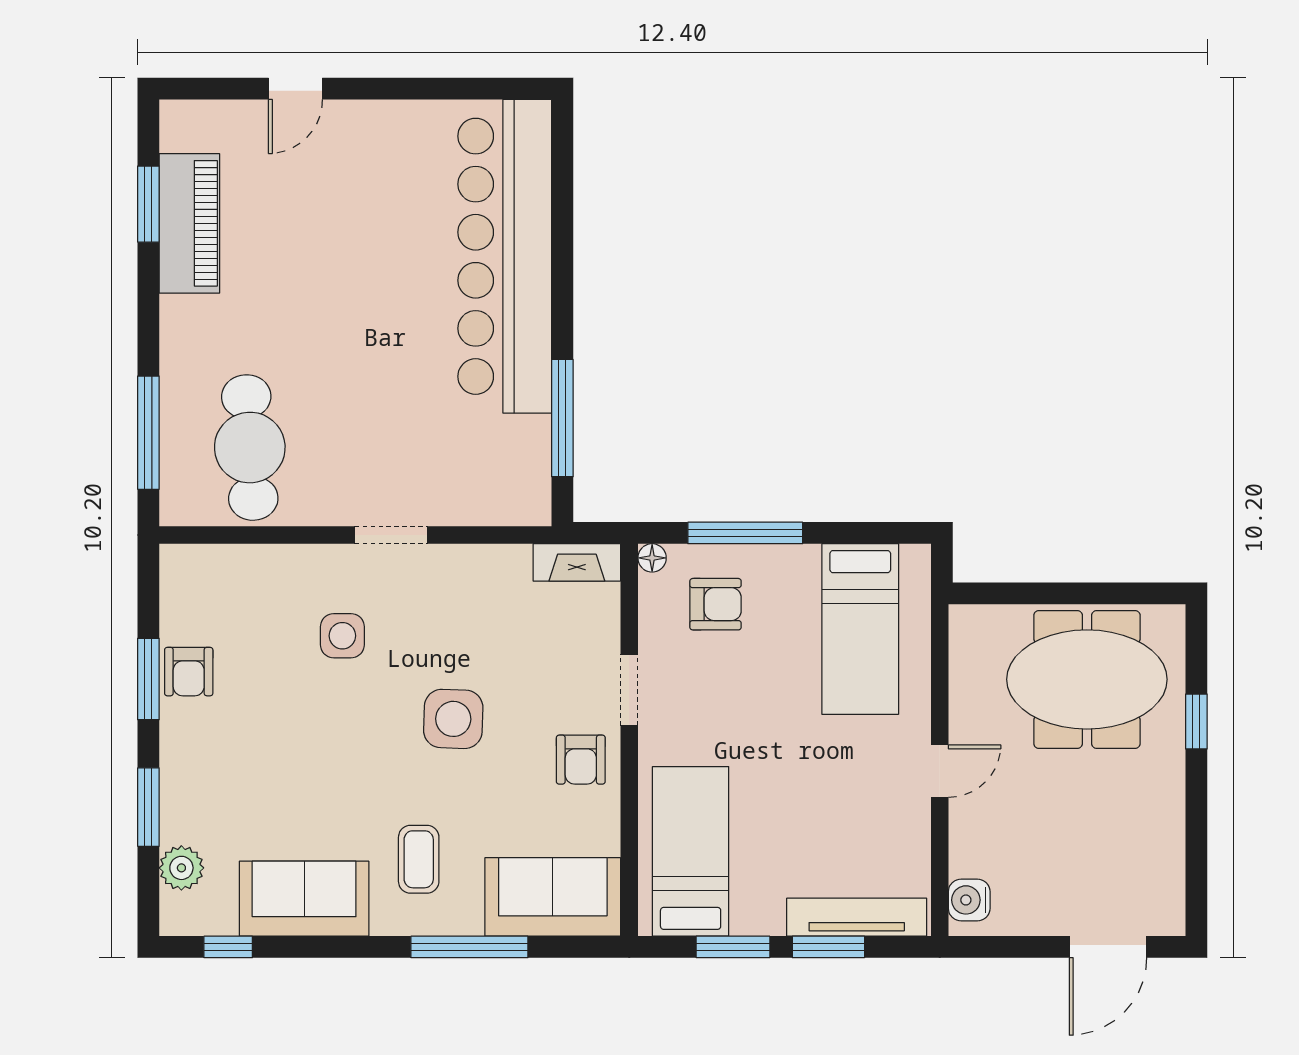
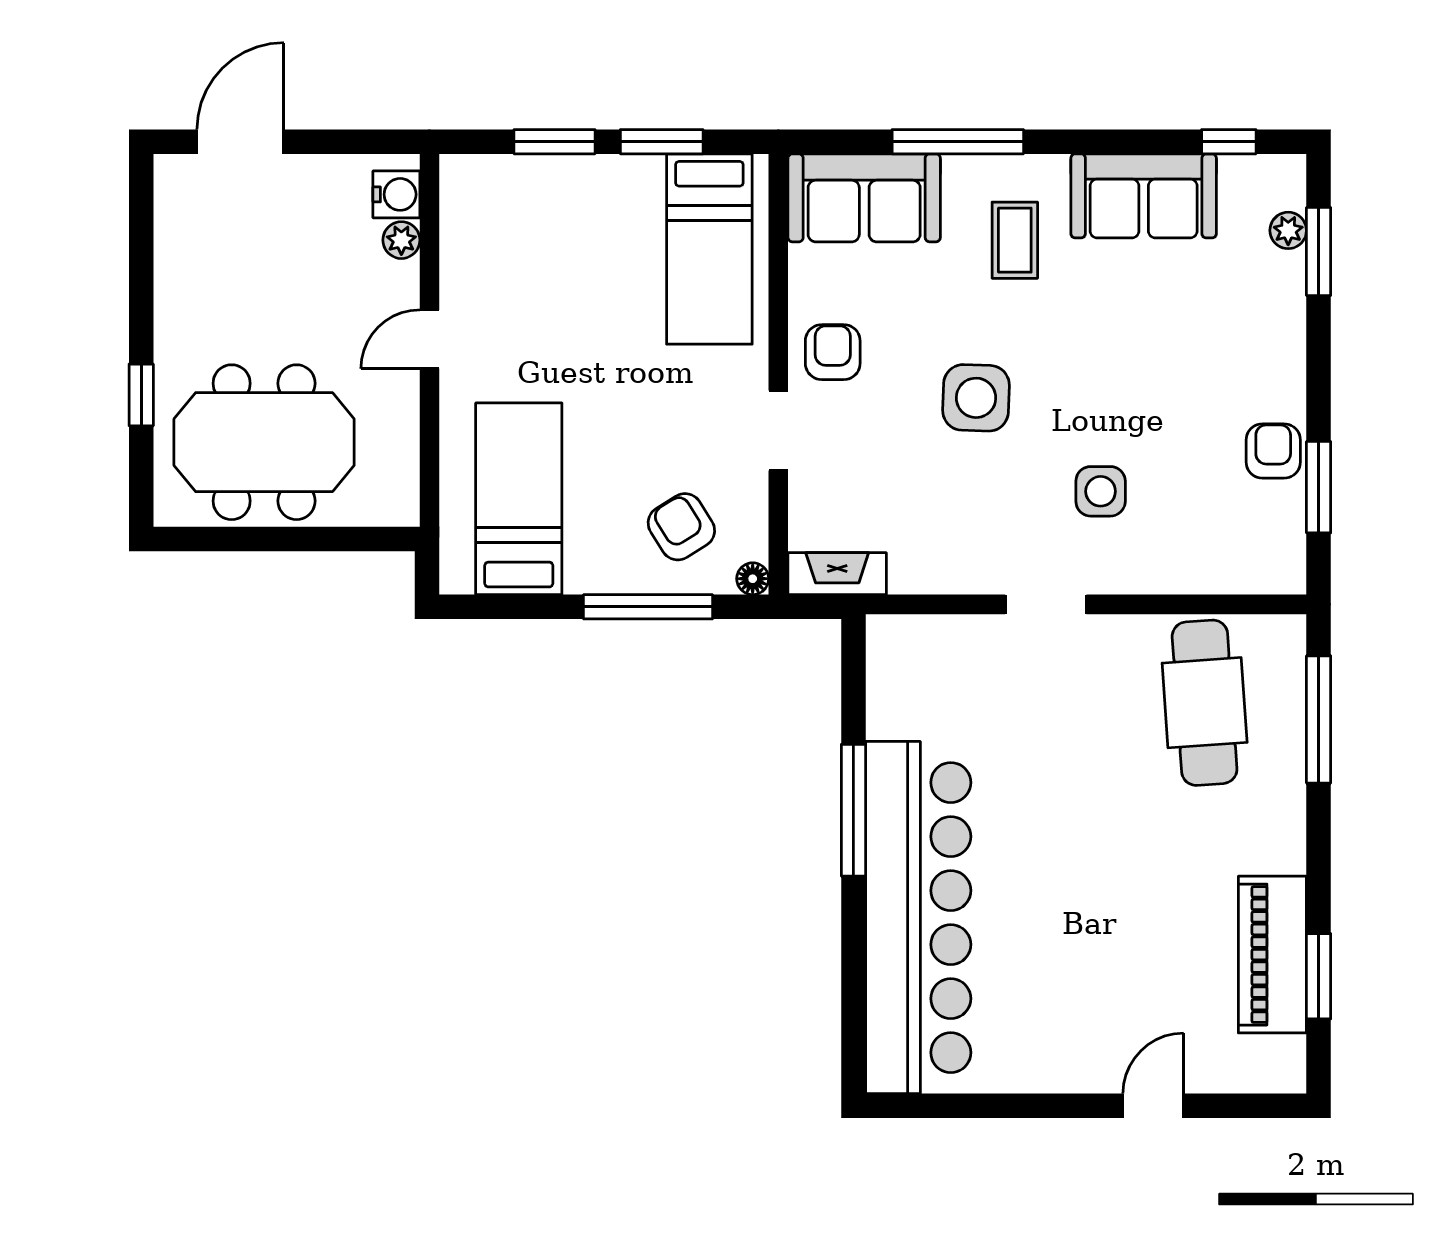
window: (562, 418) -> (853, 810), moved
armchair: (716, 604) -> (681, 527), turned 58
window: (148, 679) -> (1319, 487), moved
window: (148, 807) -> (1319, 251), moved
plant: (965, 859) -> (401, 240), added
plant: (181, 868) -> (1288, 230), width x0.73, depth x0.73
tv unit: (857, 917) -> (523, 175), removed

